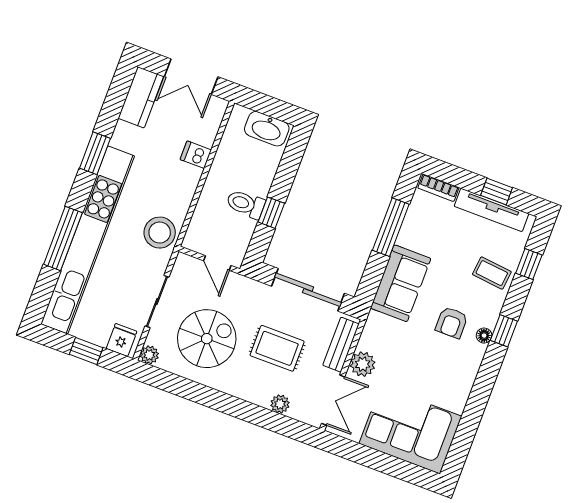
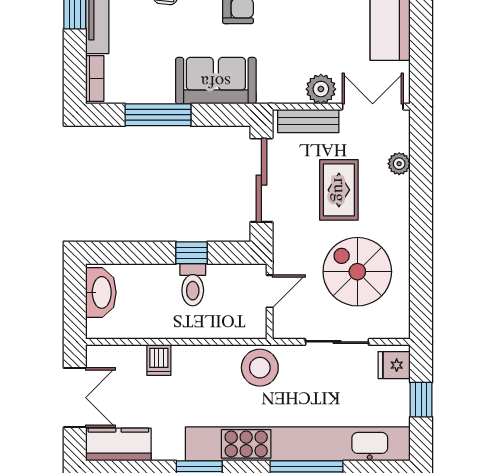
plant: (149, 355) -> (399, 328), removed

